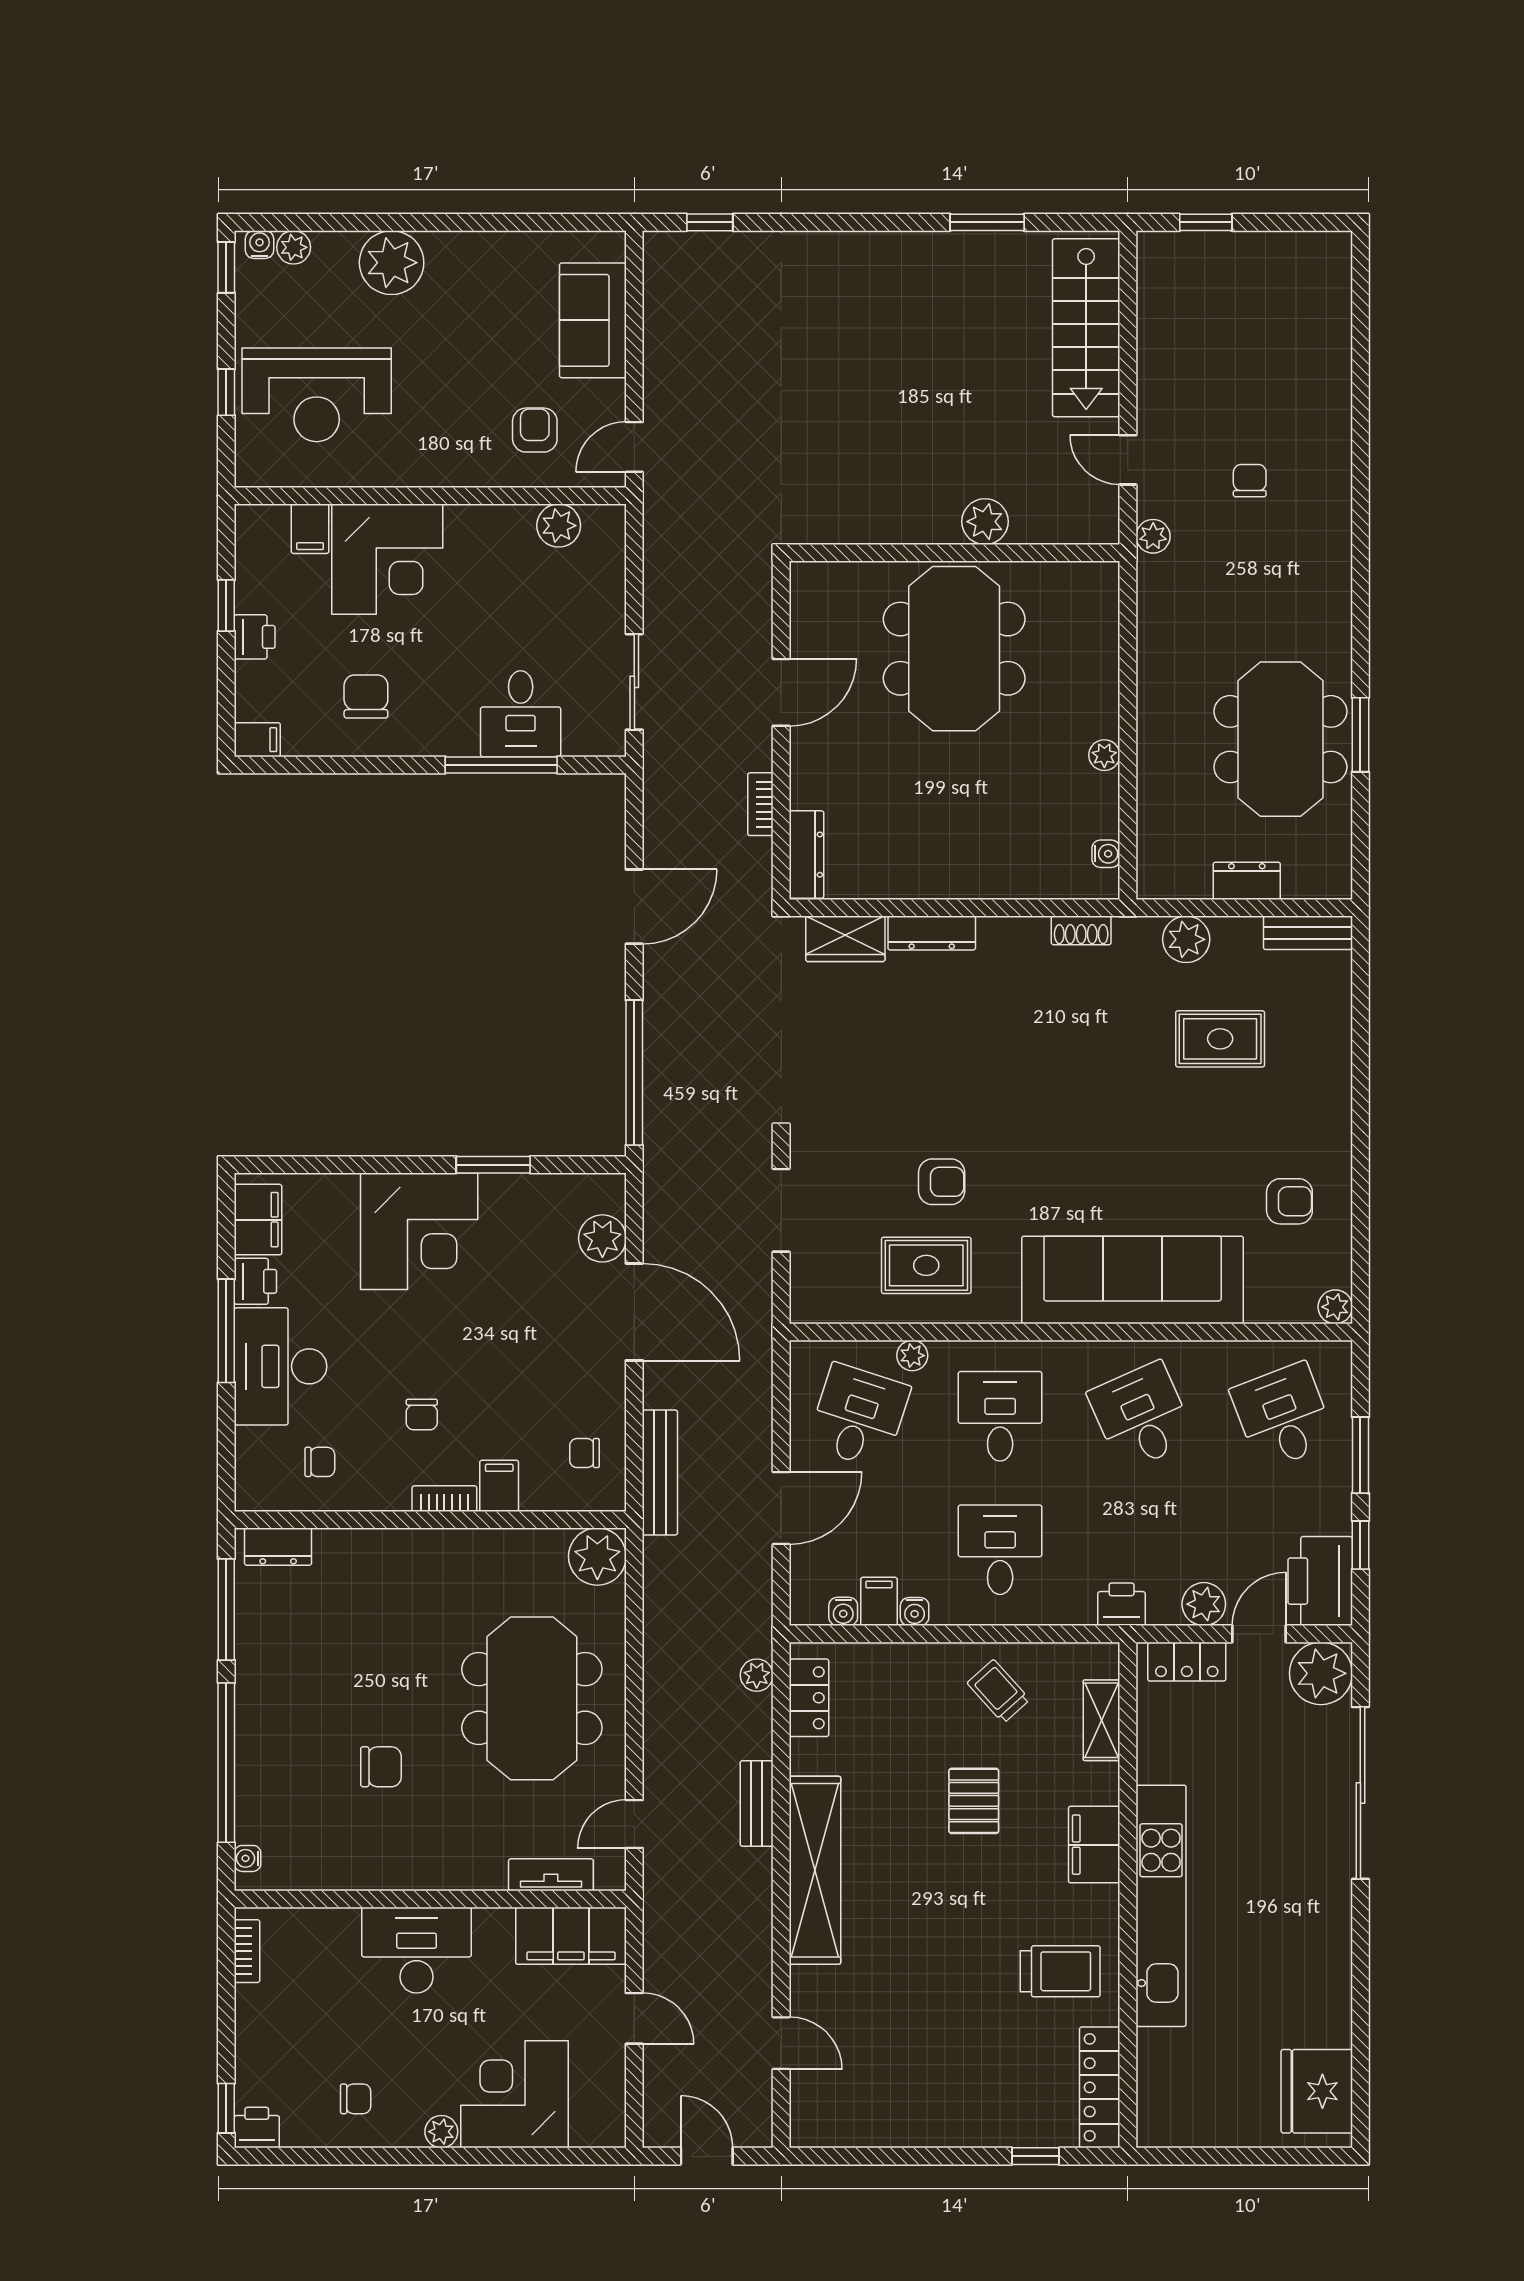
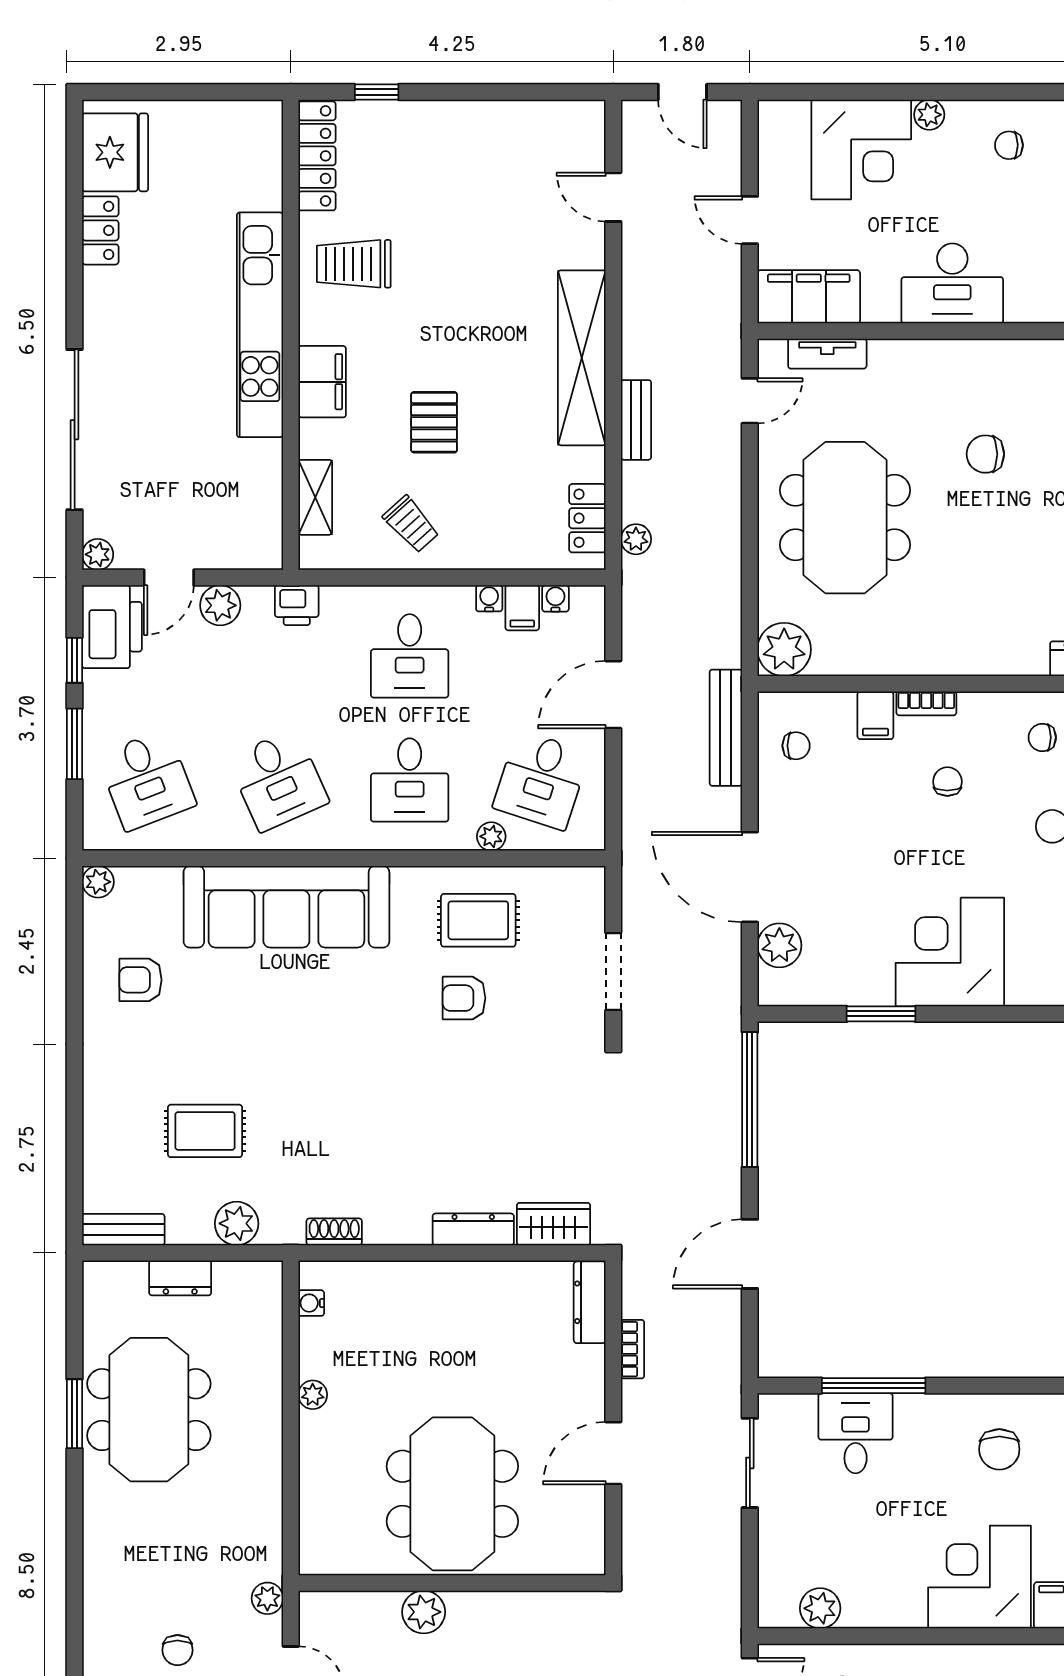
locker: (1187, 1662) -> (100, 230), moved, turned 90
plant: (1321, 1673) -> (98, 554), width x0.53, depth x0.53

